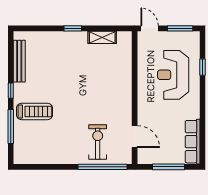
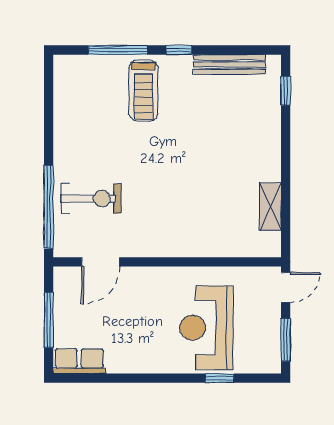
window: (73, 28) -> (286, 91), moved
reception desk: (173, 75) -> (206, 328), turned -90
row of seats: (193, 142) -> (79, 361), width x0.68

